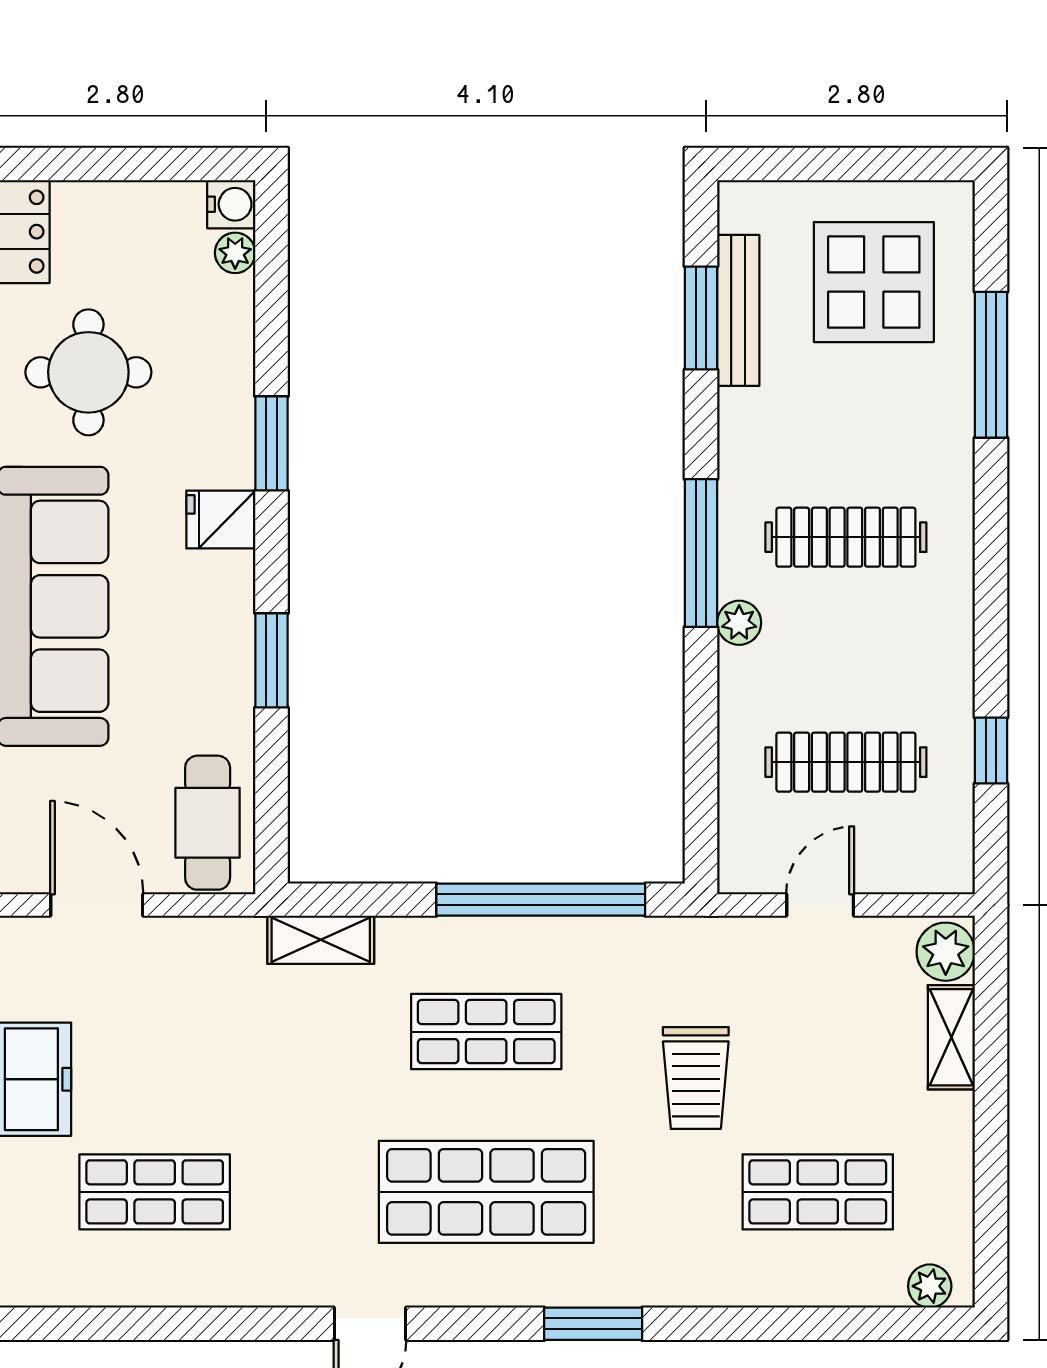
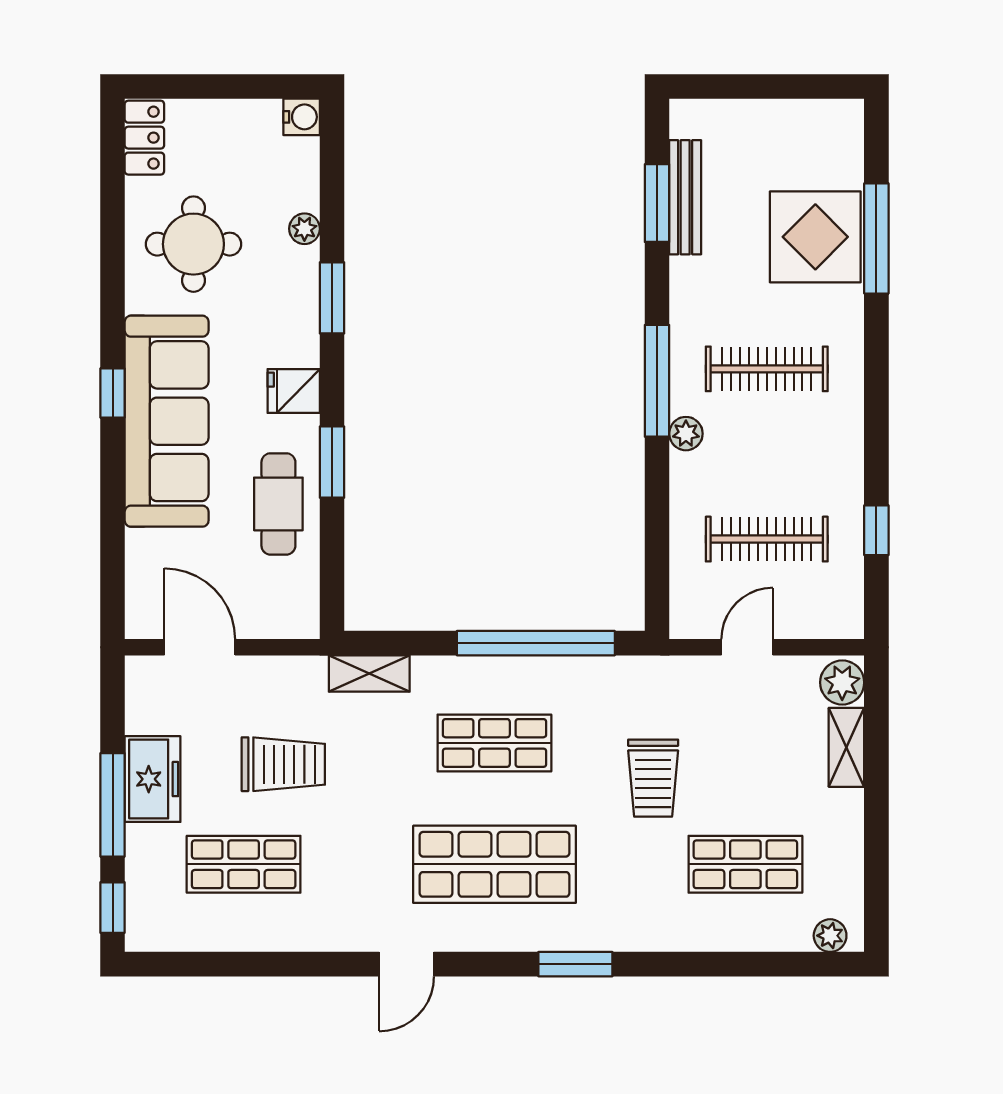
plant: (235, 253) -> (304, 229), moved
display table: (874, 282) -> (815, 237), moved
fridge: (221, 519) -> (294, 391), moved
cafe table: (208, 823) -> (278, 504), moved
trolley: (207, 1060) -> (283, 764), added

